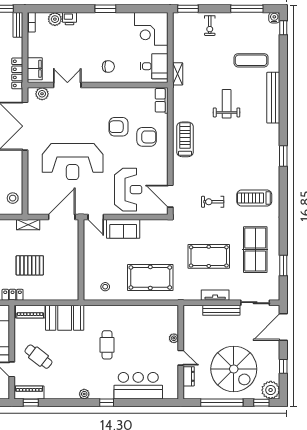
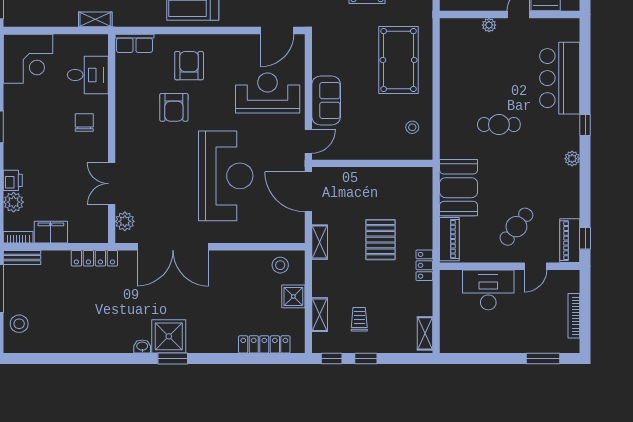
desk: (154, 66) -> (88, 75), moved, turned 90
filing cabinet: (35, 69) -> (51, 232), moved

